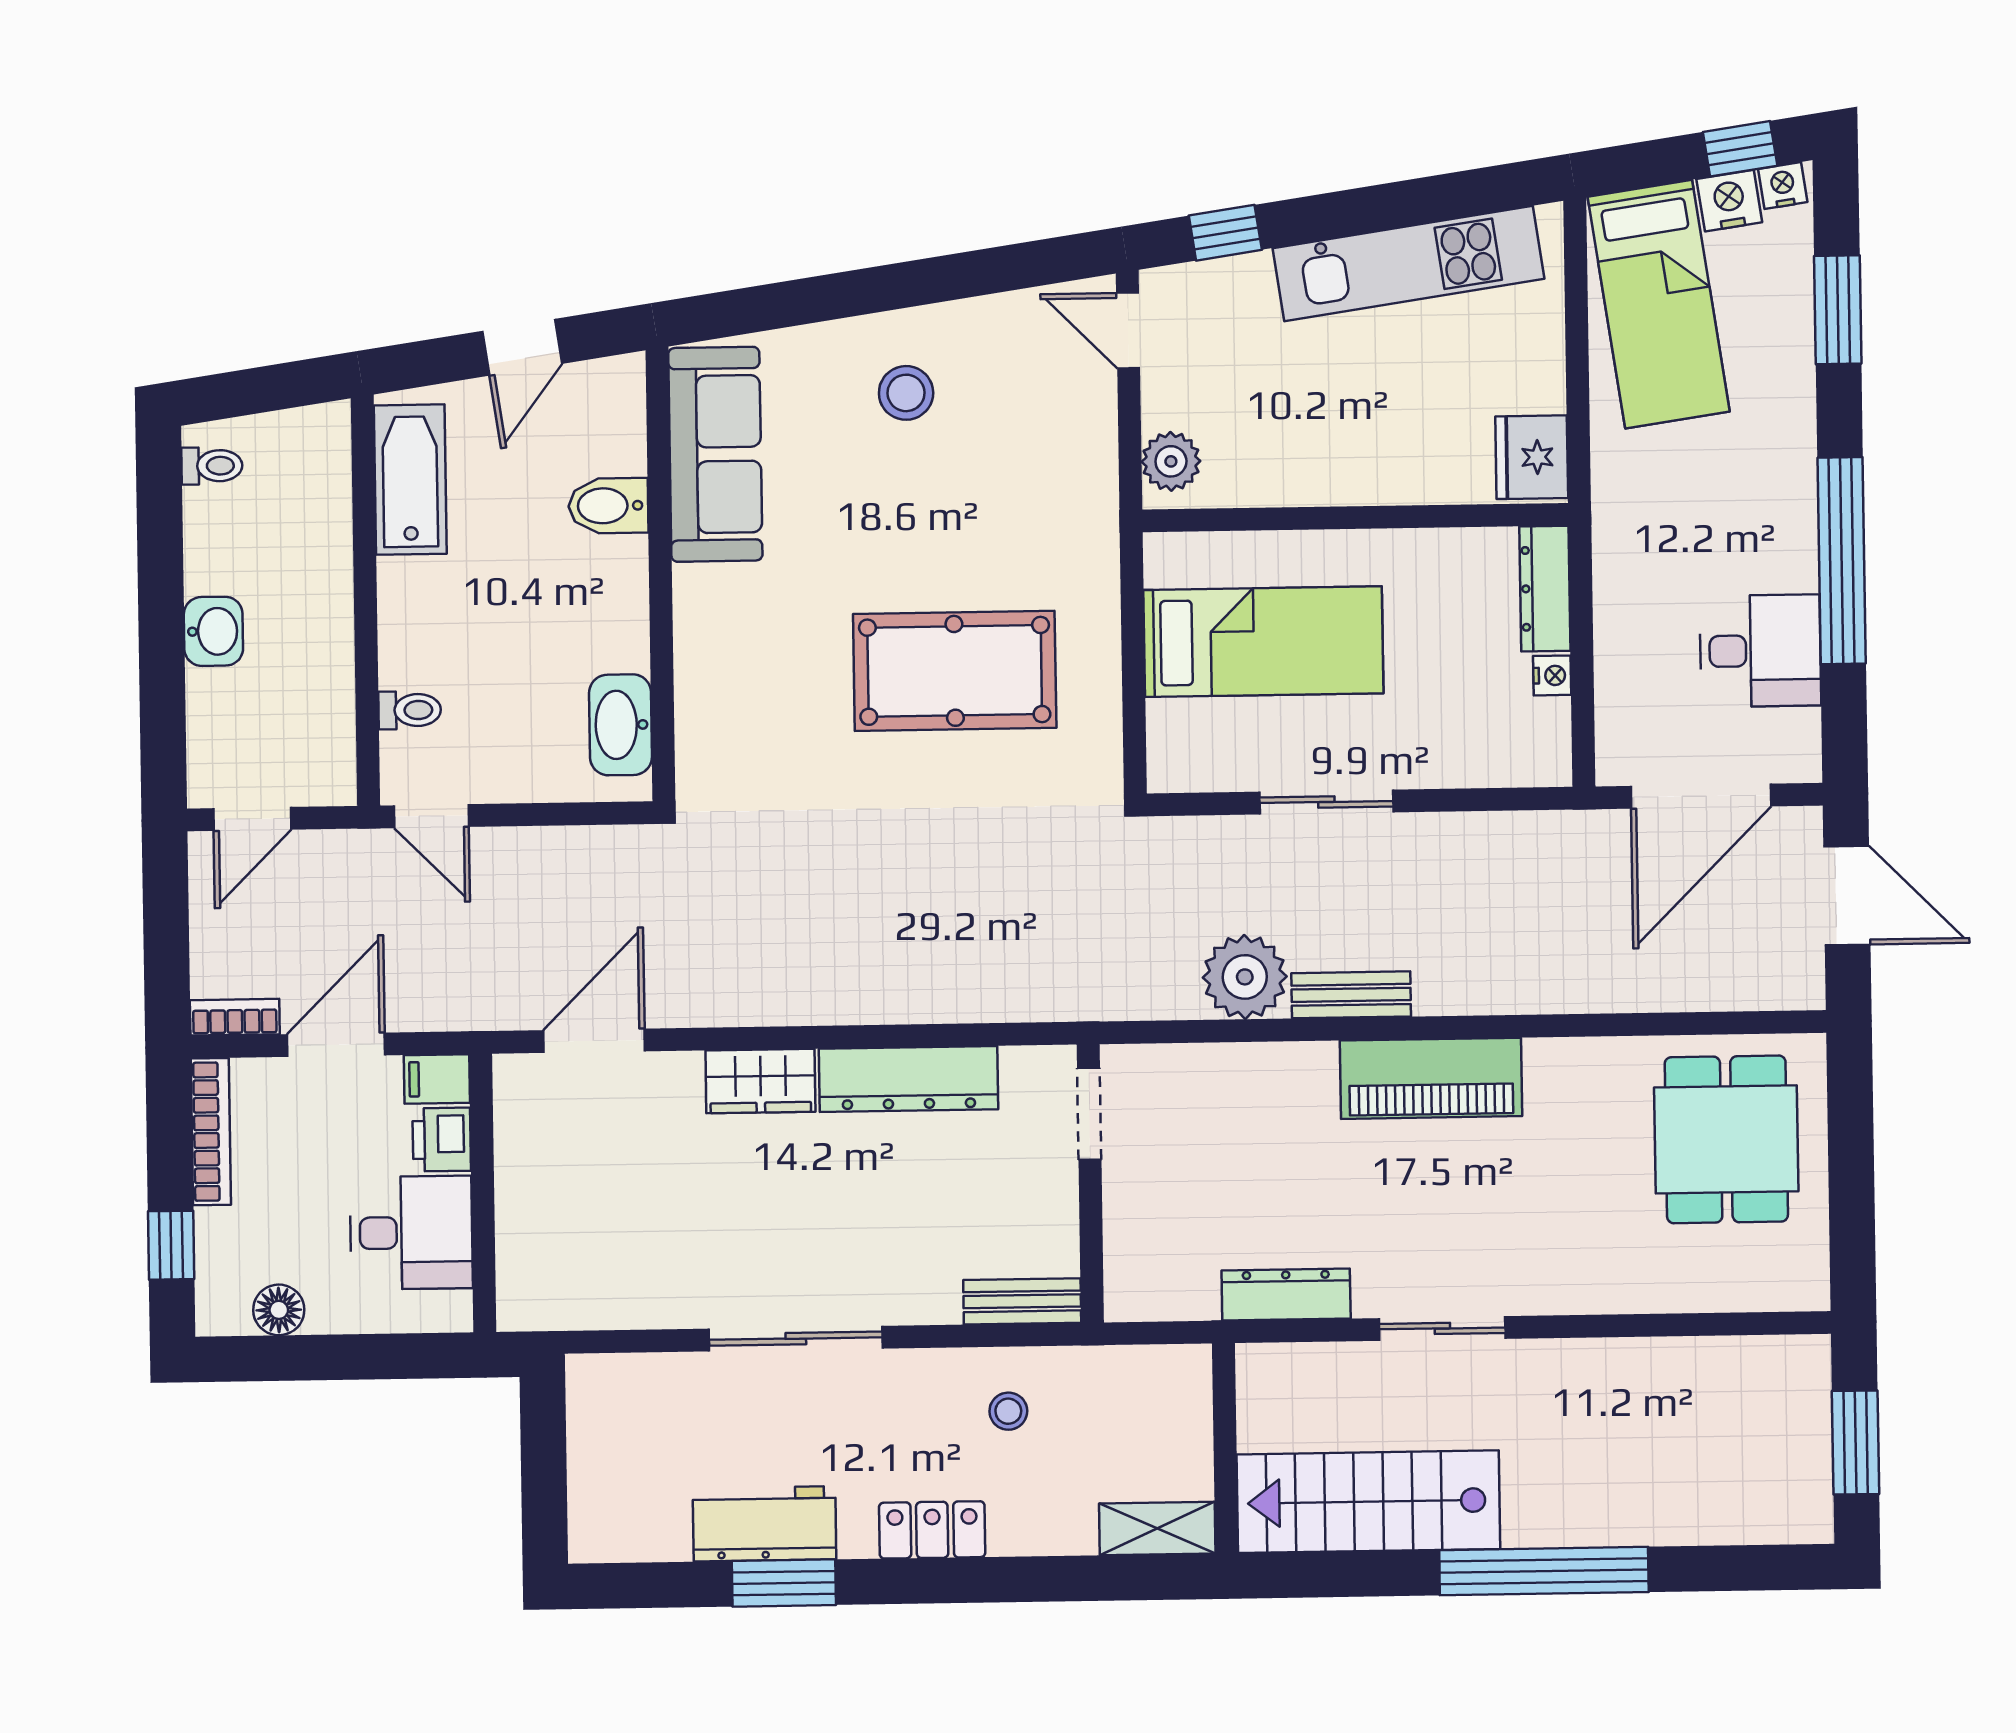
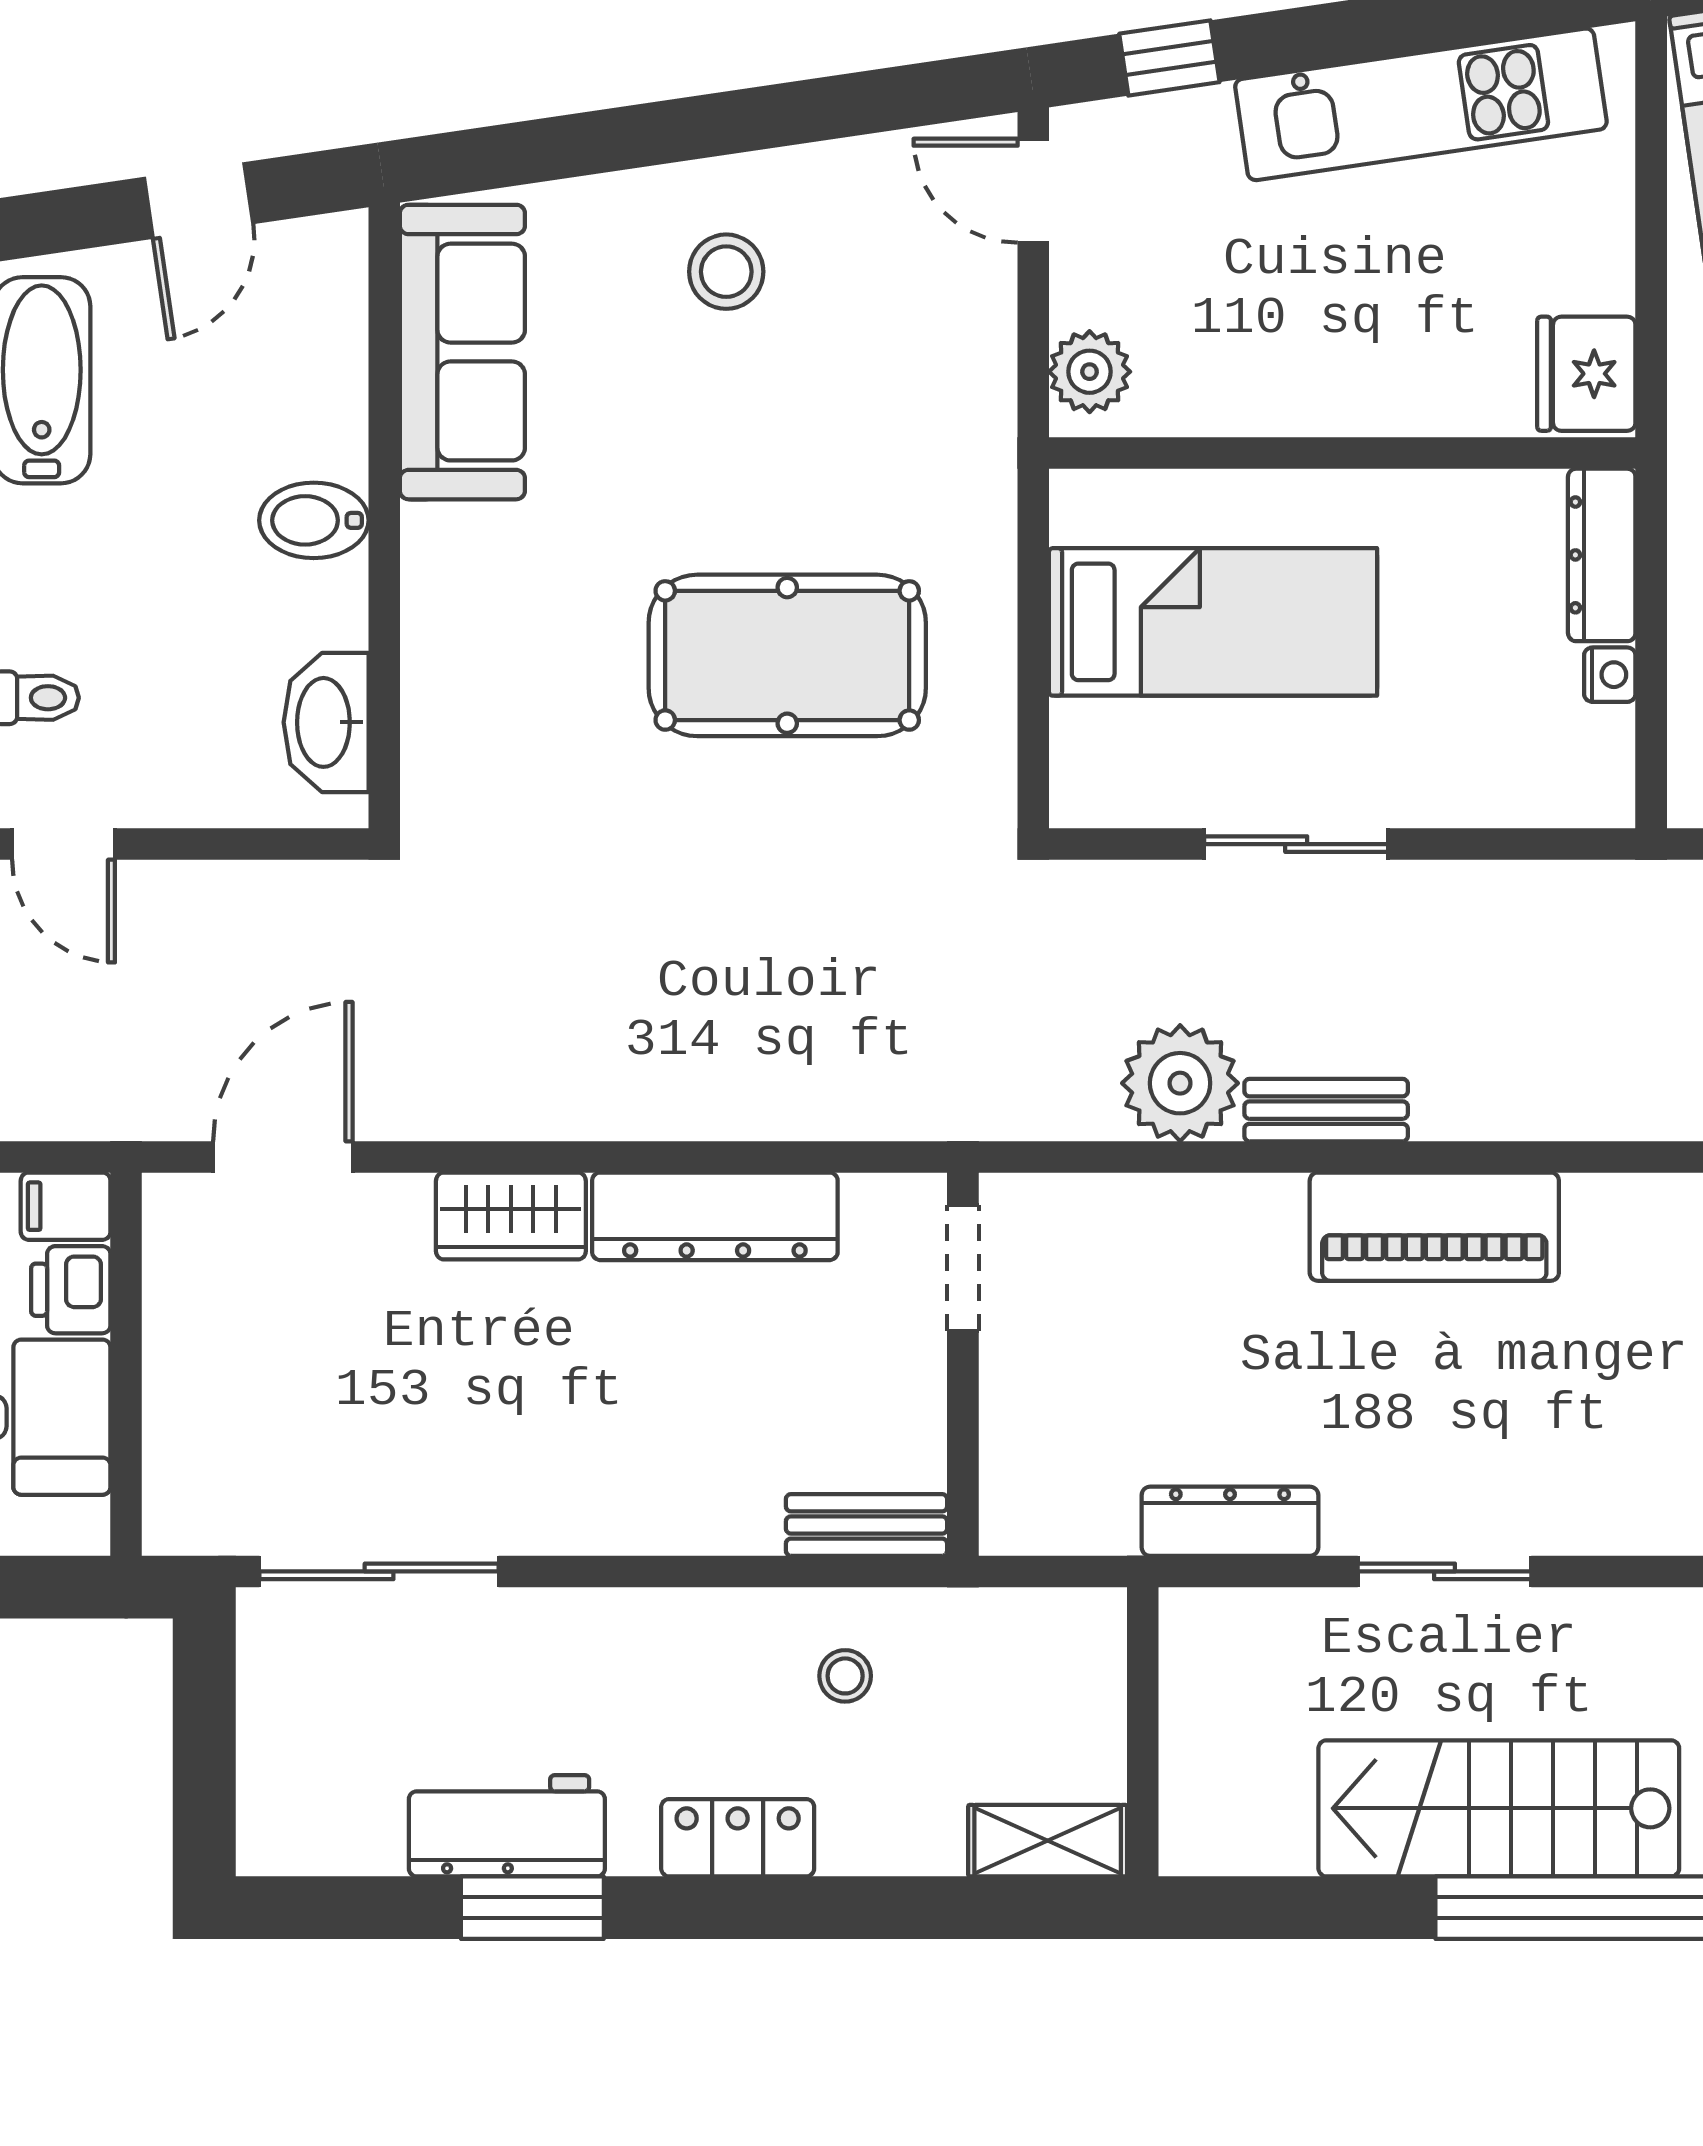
bidet: (608, 506) -> (314, 520), moved
sliding door: (796, 1339) -> (379, 1571), moved
stairs: (1368, 1502) -> (1499, 1808), moved

